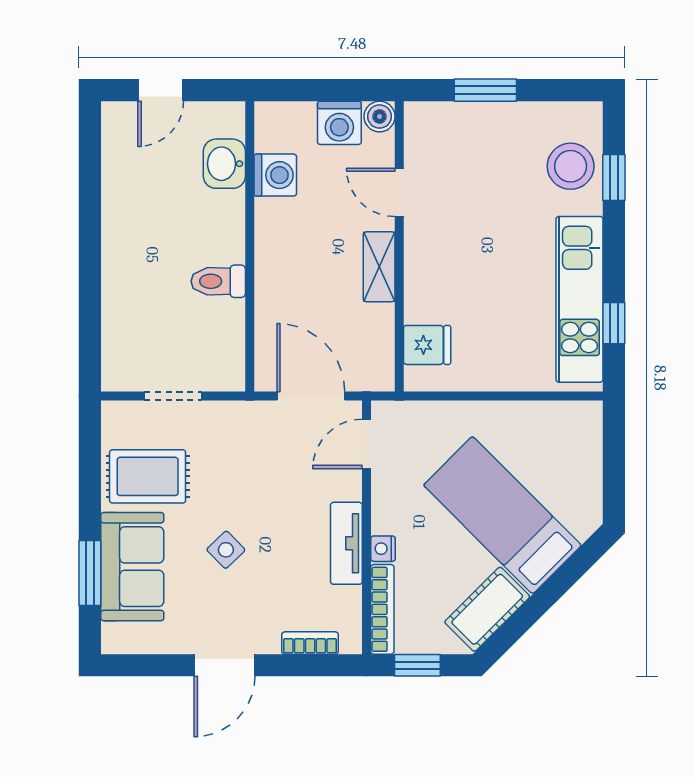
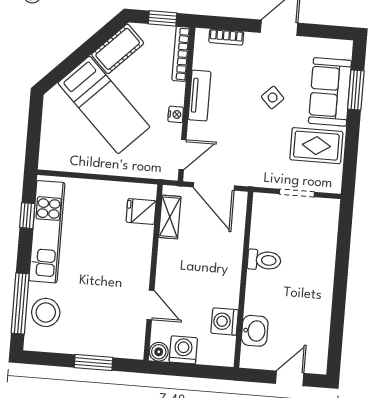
window: (614, 178) -> (20, 304), width x2.17
shelving: (379, 267) -> (170, 217), moved
nightstand: (383, 549) -> (176, 114), moved

